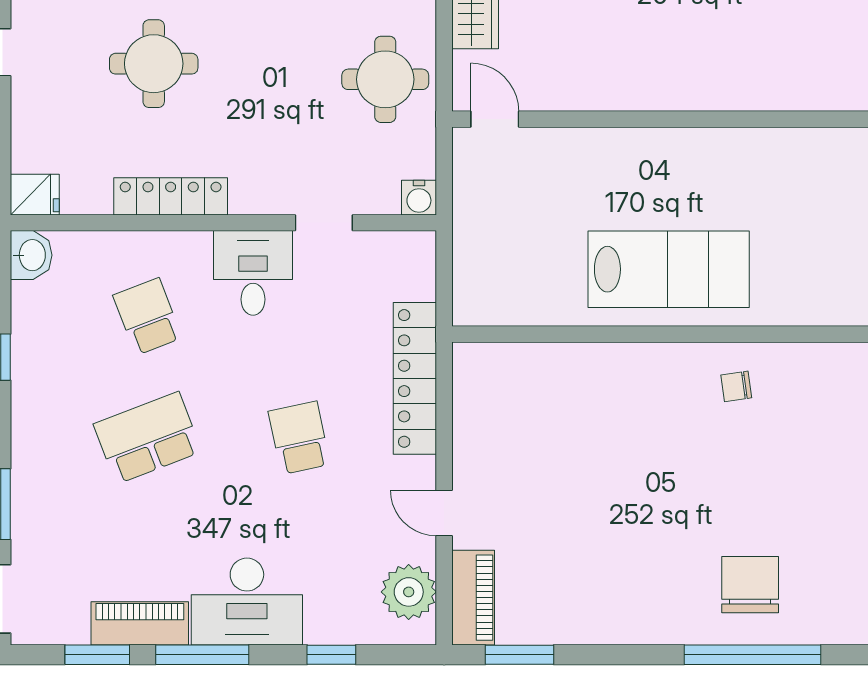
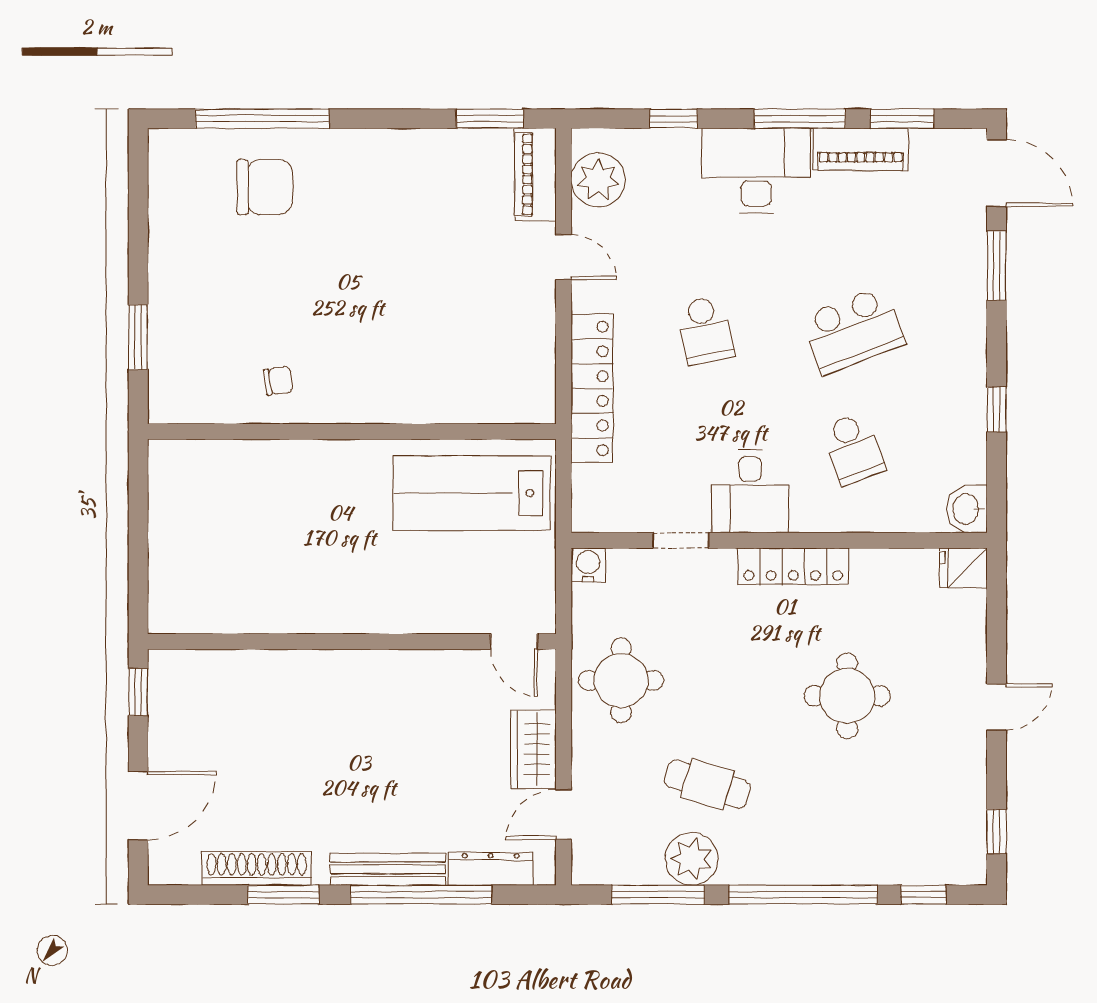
locker: (171, 196) -> (793, 566), moved
lab bench: (669, 269) -> (472, 493), moved
chair: (750, 585) -> (265, 187), turned -90

